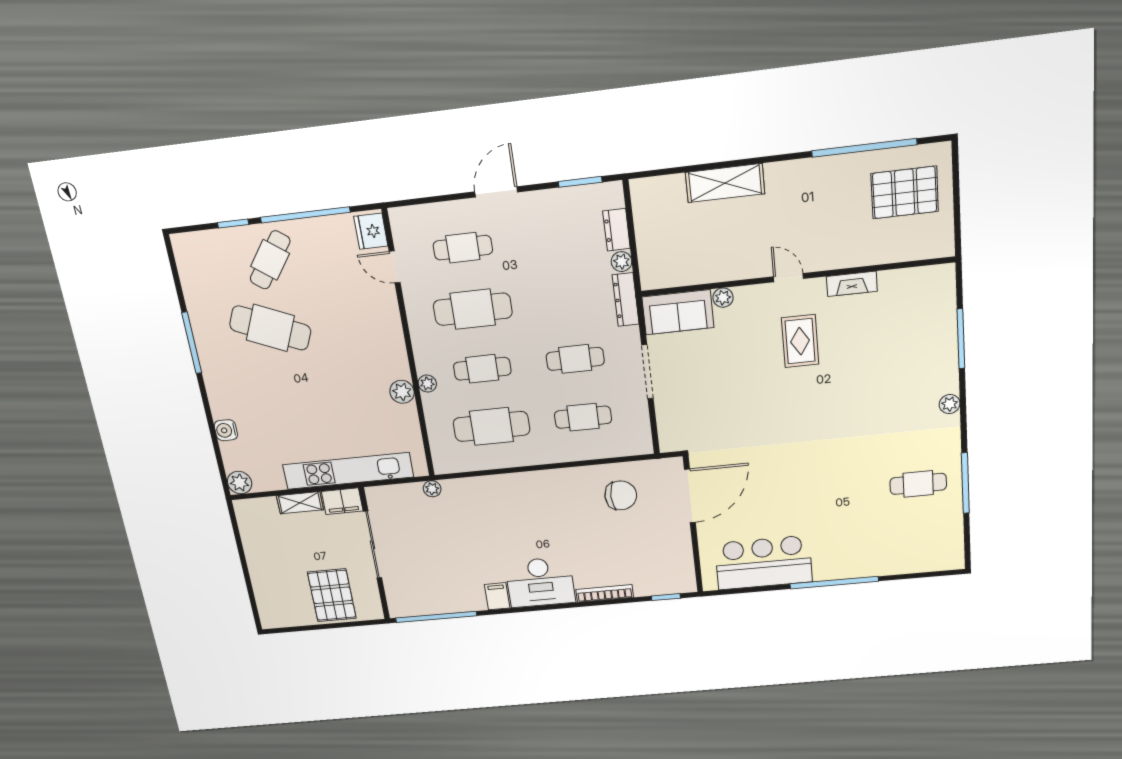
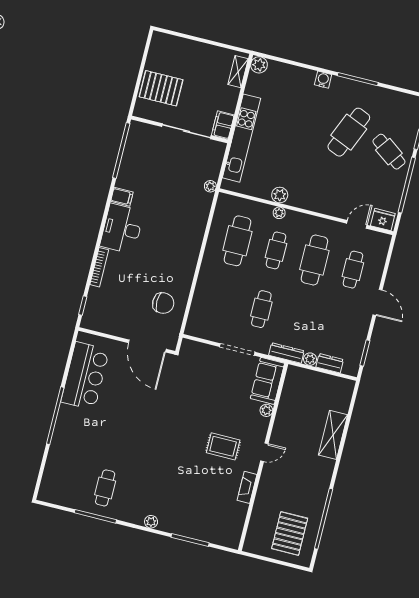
cafe table: (583, 417) -> (223, 300), removed
water cooler: (226, 430) -> (323, 80), moved
chair: (621, 495) -> (163, 303), turned -90
shelving: (300, 503) -> (238, 72), moved

